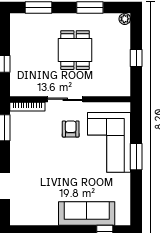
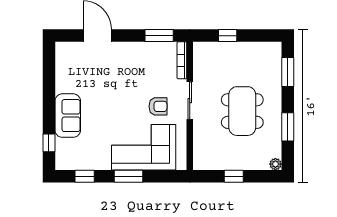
dining table: (75, 50) -> (242, 111), width x1.38
window: (136, 198) -> (85, 176), added
sofa: (87, 214) -> (68, 116), width x0.73

